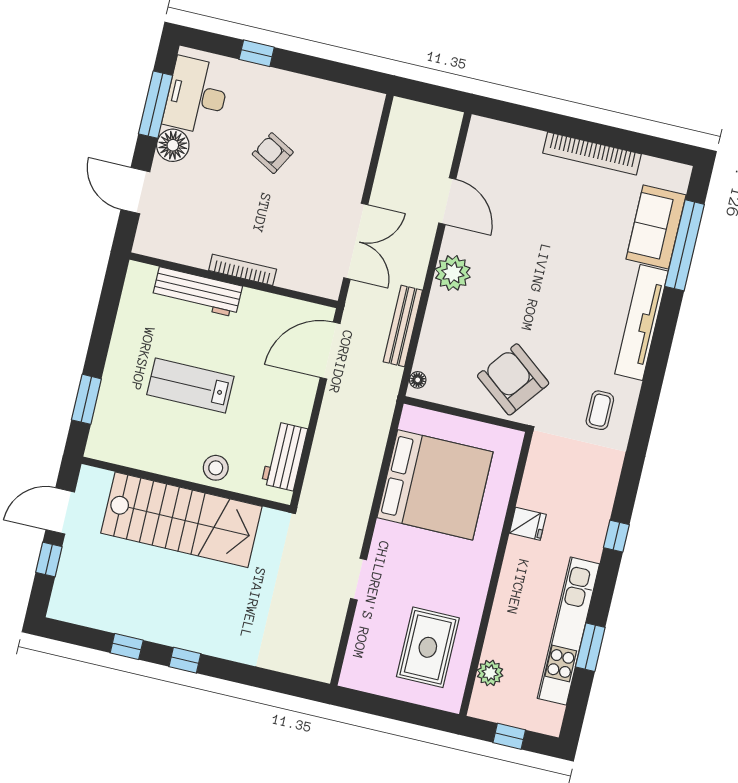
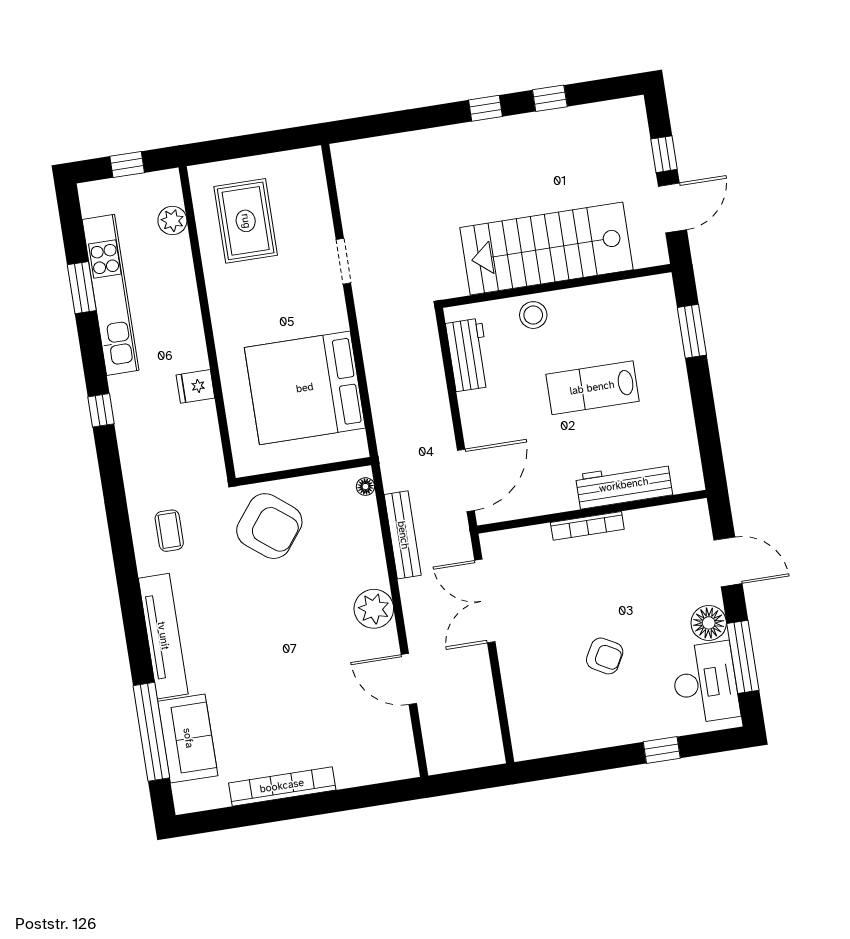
lab bench: (190, 386) -> (592, 388), turned 180

